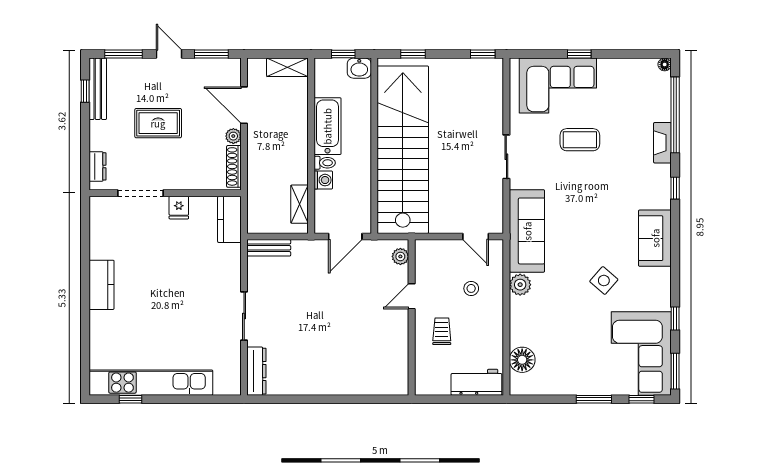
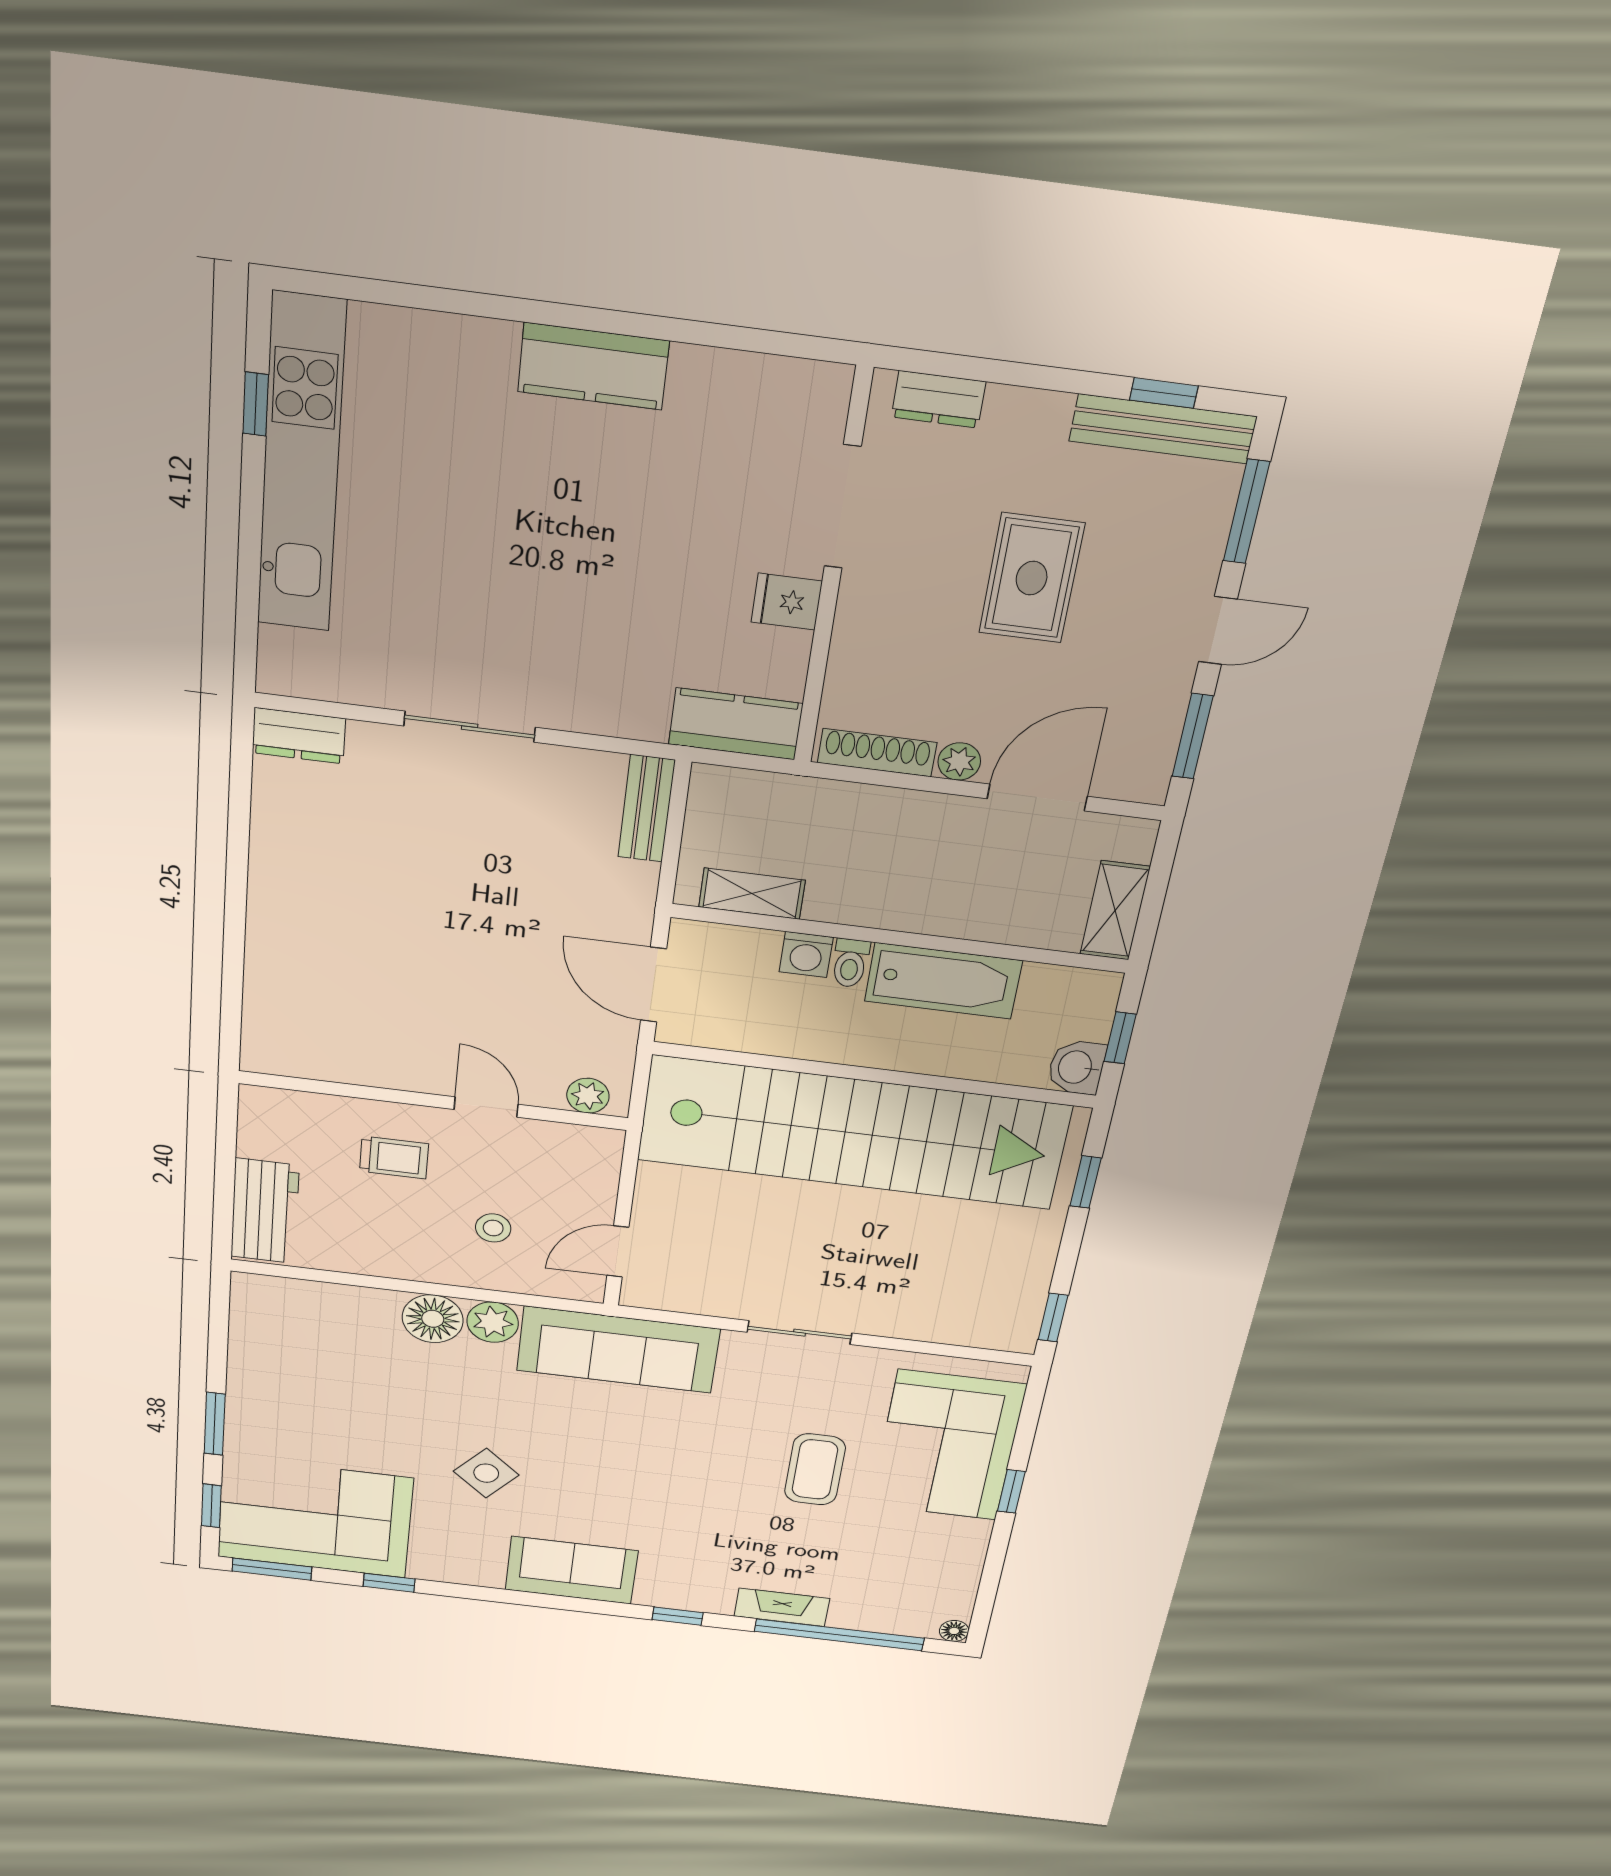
floor lamp: (522, 360) -> (433, 1319), moved
dresser: (256, 371) -> (299, 736), width x0.70

